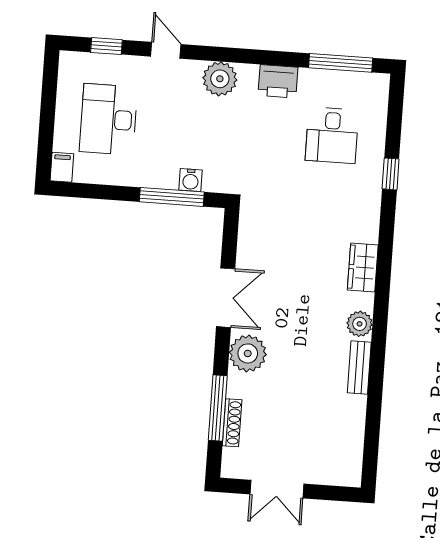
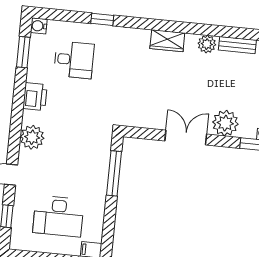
window: (341, 63) -> (23, 52), width x0.69
water cooler: (191, 180) -> (39, 26), moved, turned 180

